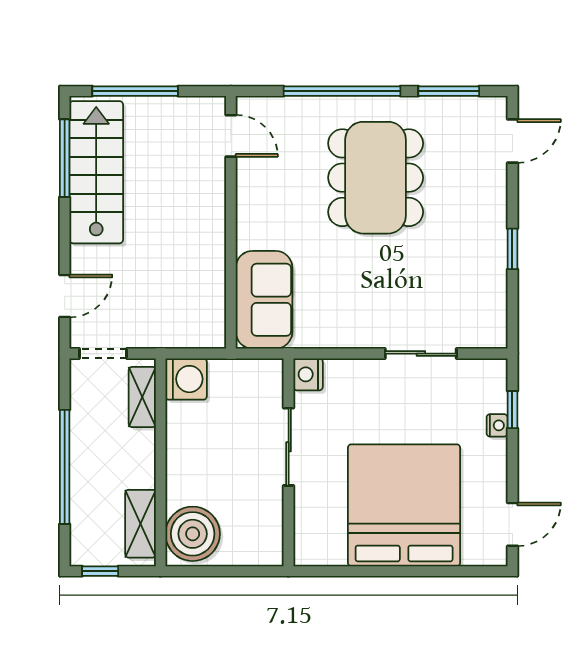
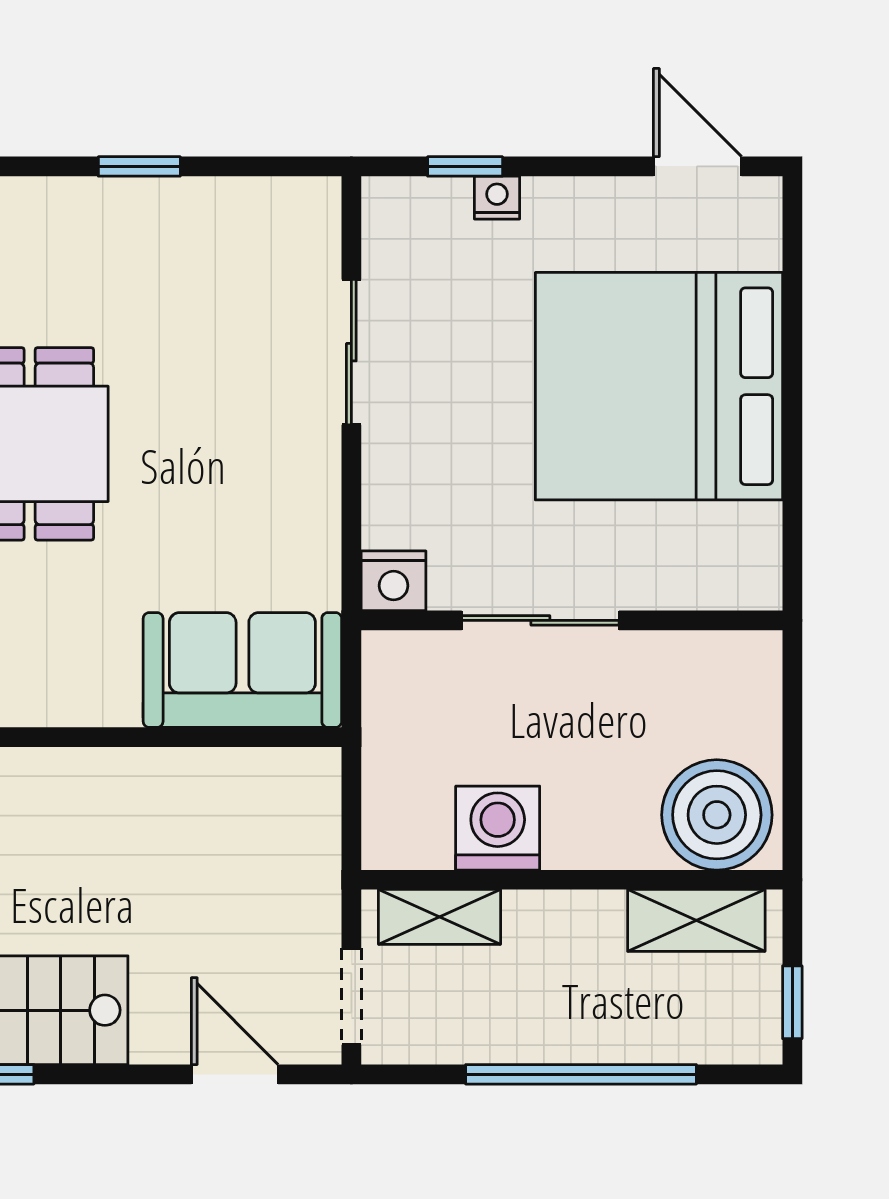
washing machine: (186, 379) -> (498, 828), moved

